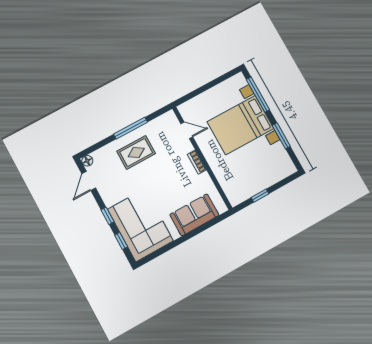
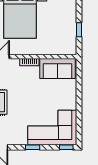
sofa: (194, 215) -> (57, 69), moved, turned -90
window: (121, 241) -> (66, 147), moved

